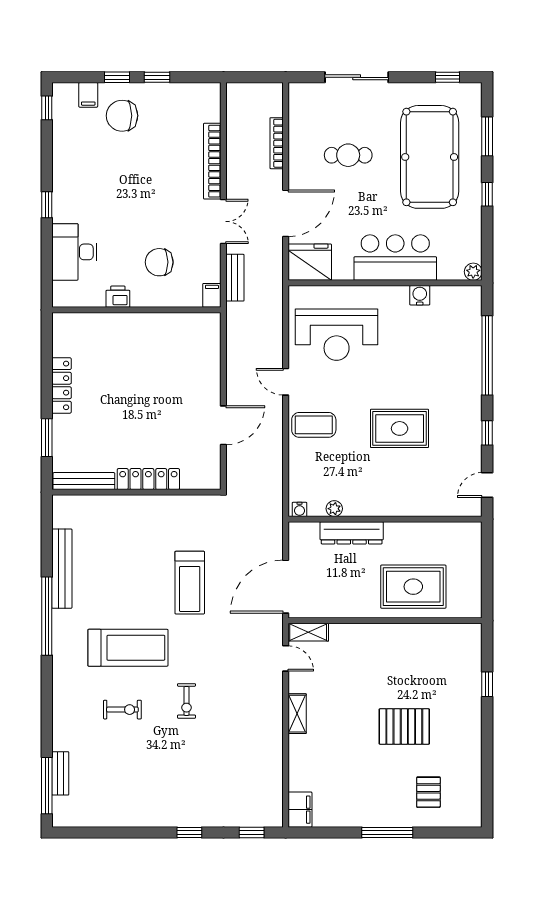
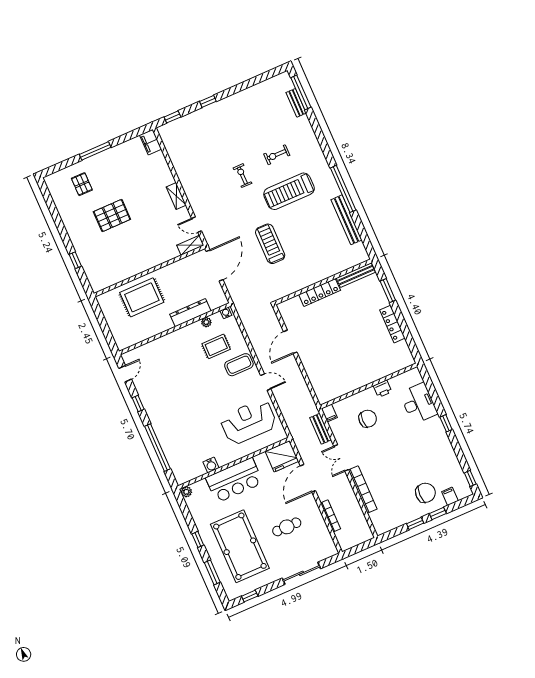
rug: (400, 428) -> (216, 346), moved, width x0.73, depth x0.70

